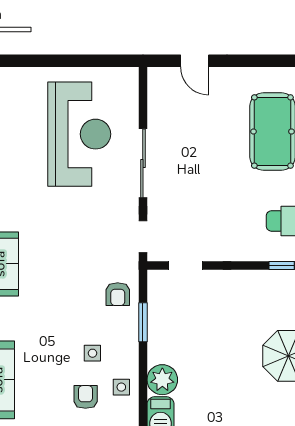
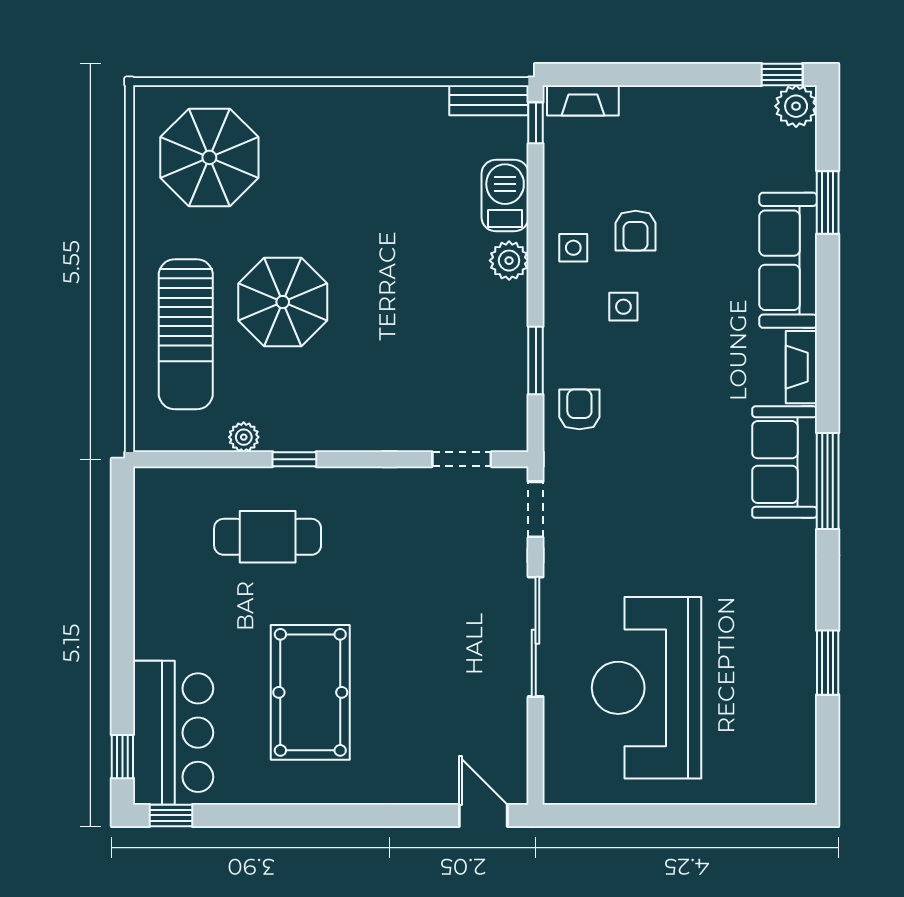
door: (195, 61) -> (483, 815), moved
plant: (162, 380) -> (509, 261), width x0.73, depth x0.73

